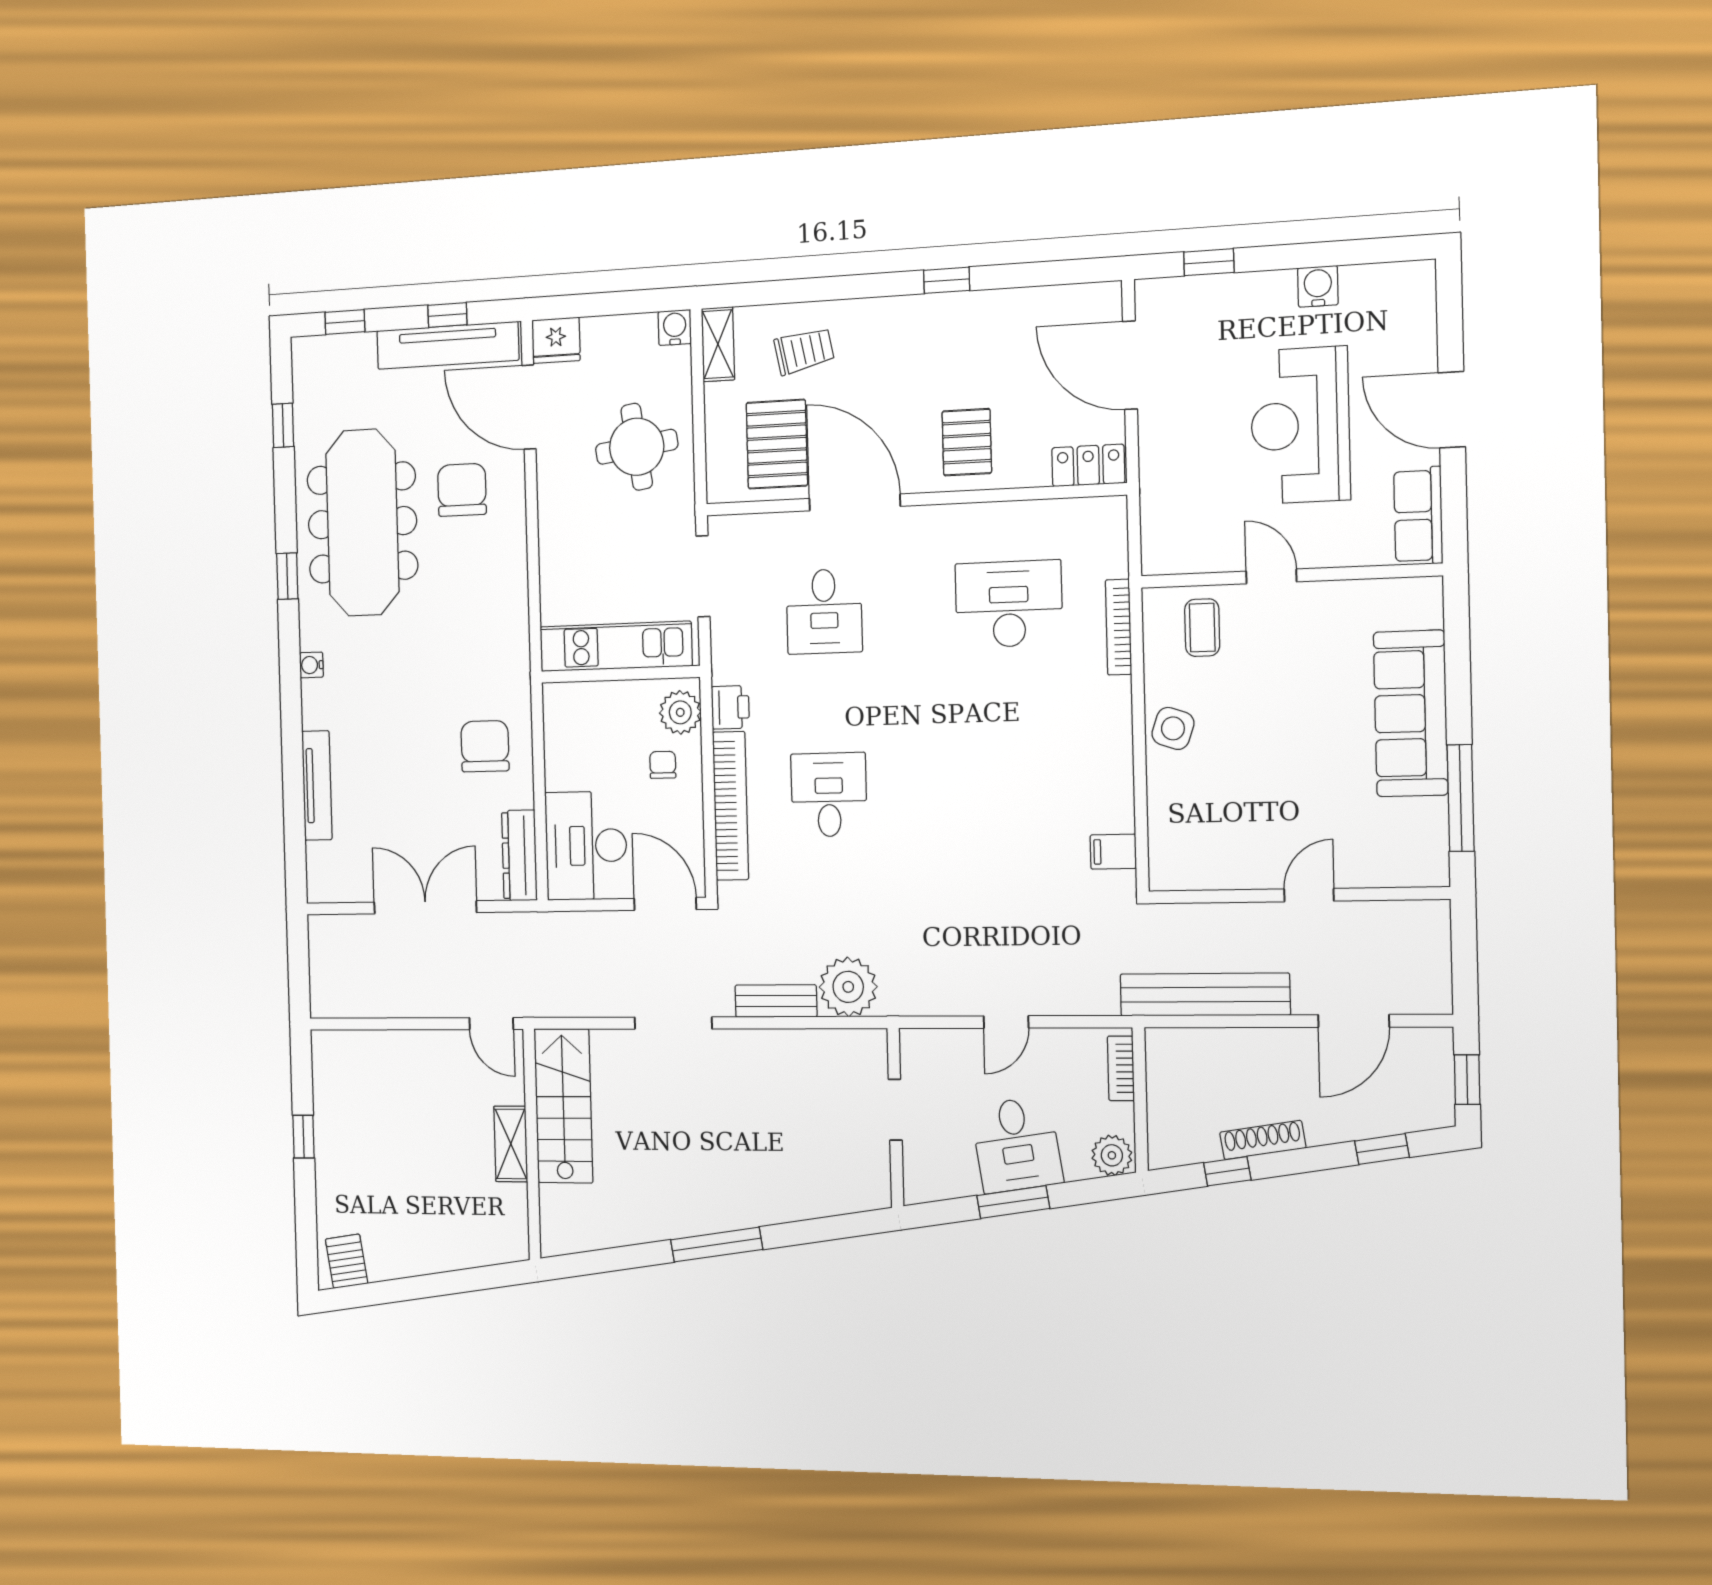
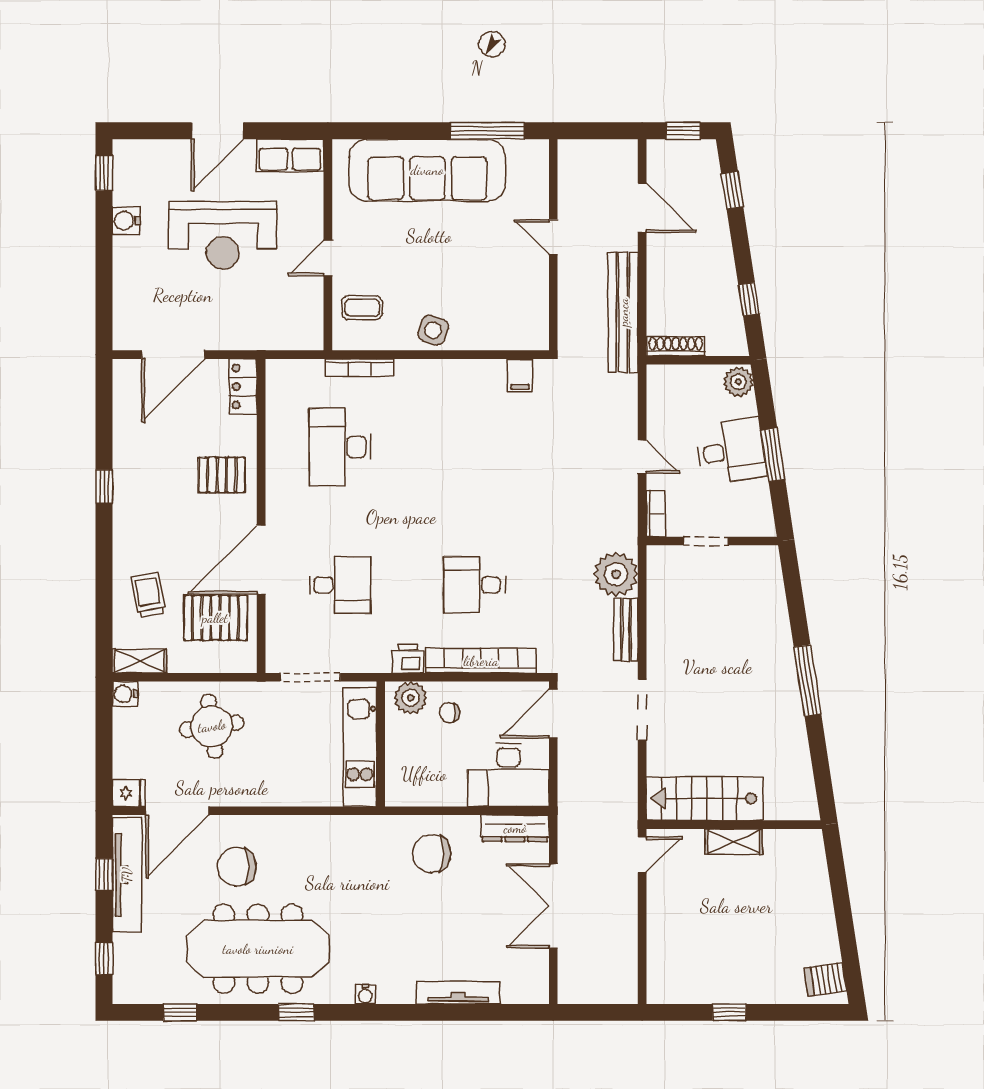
window: (1209, 262) -> (104, 173), moved
fridge: (556, 340) -> (129, 793), width x0.72
sofa: (1411, 713) -> (427, 170), width x1.36, depth x1.27
bookcase: (1121, 1068) -> (656, 514), moved, turned -90
shoe rack: (1263, 1140) -> (676, 346), moved, turned 99

